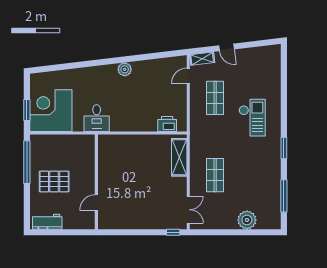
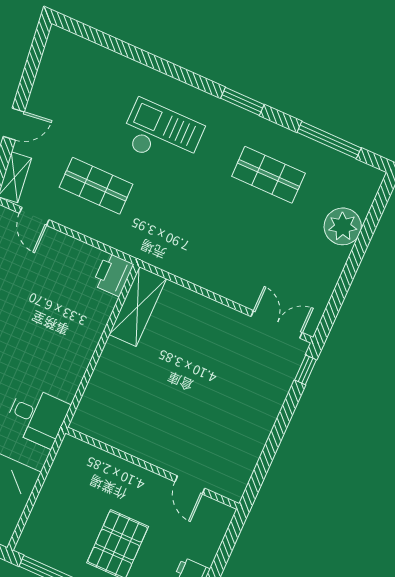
printer: (167, 124) -> (113, 275), moved
shelving: (179, 157) -> (138, 307), moved, turned 90
shop shelf: (215, 175) -> (268, 175), moved

